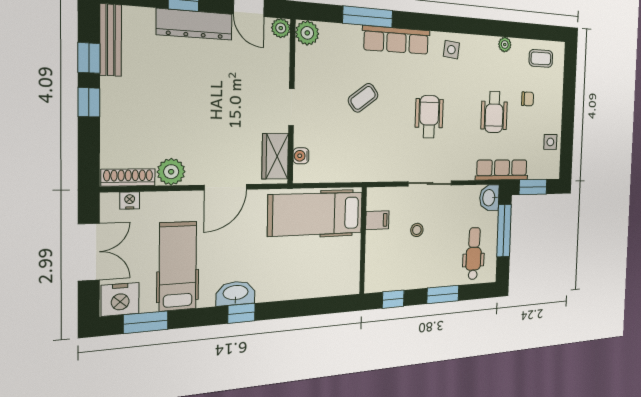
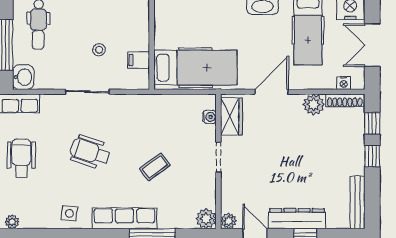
window: (89, 58) -> (372, 123), moved
wheelchair: (429, 117) -> (90, 152), turned 109

